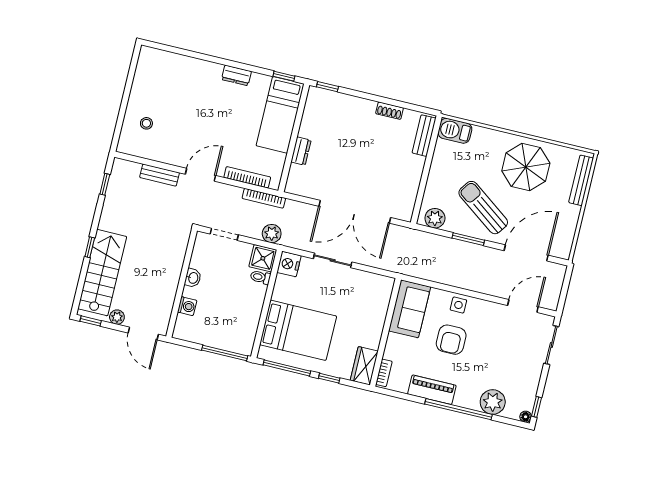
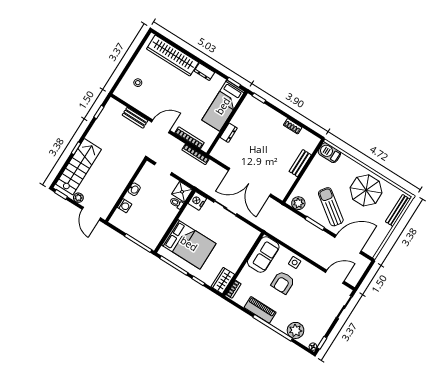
wardrobe: (183, 68) -> (173, 56), added
bench: (424, 136) -> (300, 163), moved
plant: (272, 234) -> (193, 178), removed

